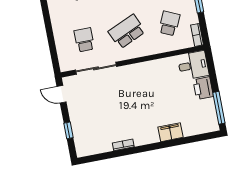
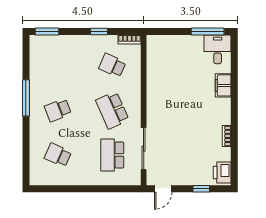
school desk: (84, 40) -> (112, 155), width x1.85
desk: (193, 65) -> (218, 49), moved
printer: (203, 88) -> (222, 172), moved, turned 90

